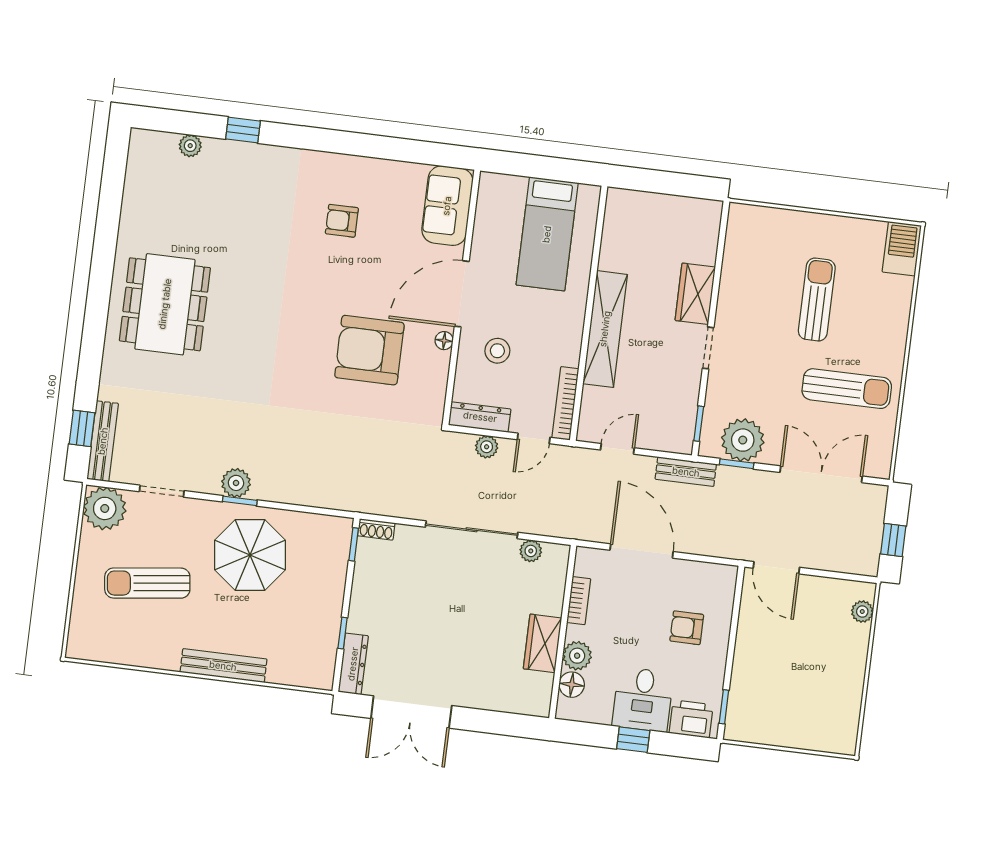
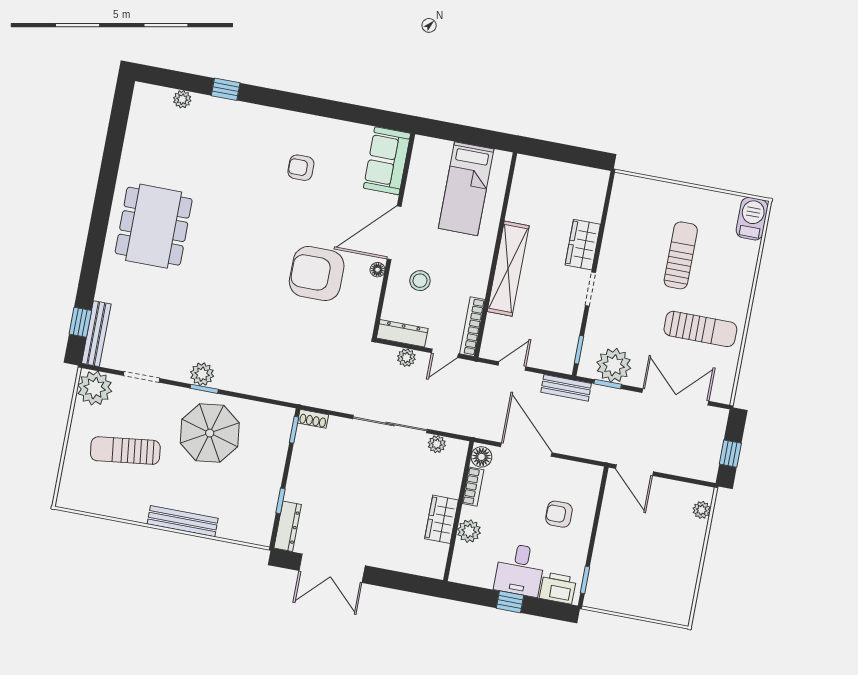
floor lamp: (572, 685) -> (481, 457), moved

